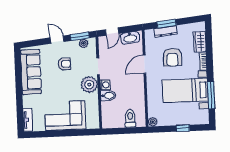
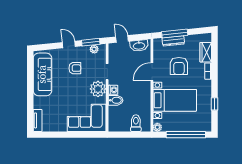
window: (167, 24) -> (175, 33), width x1.44
door: (112, 32) -> (122, 39), swing flipped
bed with nightstands: (185, 91) -> (175, 100), moved, turned 180
window: (211, 95) -> (215, 104), width x0.46
corner sofa: (65, 116) -> (87, 118), moved
window: (183, 128) -> (186, 135), width x3.17

